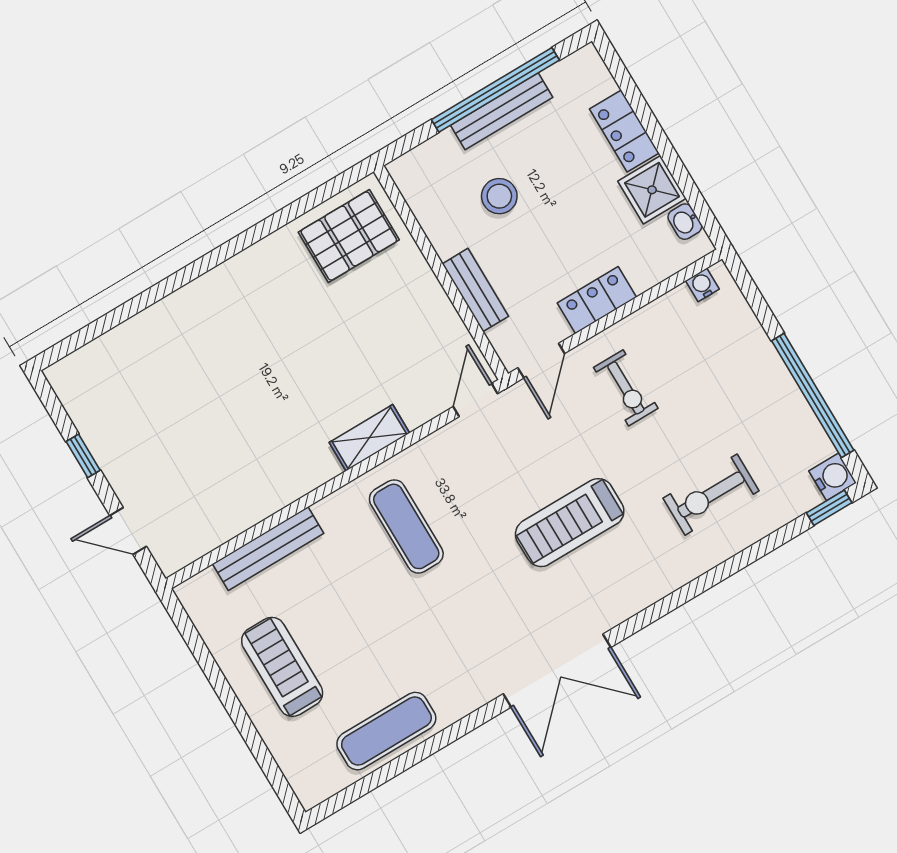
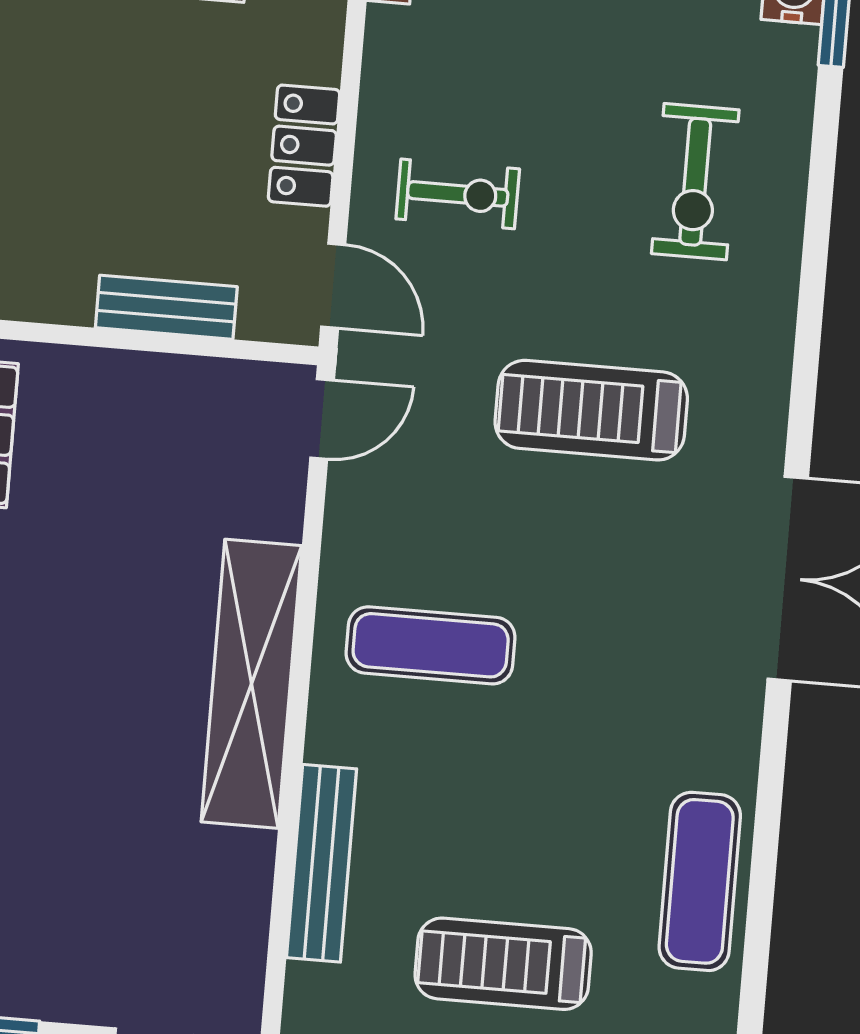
stool: (499, 196) -> (58, 178), removed
door: (475, 400) -> (322, 419), swing flipped
shelving: (369, 438) -> (251, 684), width x2.20, depth x1.33
treadmill: (570, 523) -> (591, 410), turned 90

